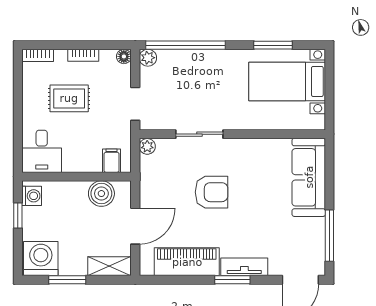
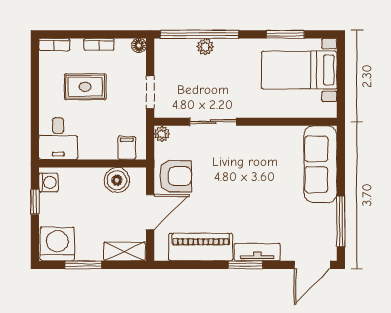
plant: (148, 58) -> (205, 47), moved
armchair: (212, 192) -> (175, 176), moved

